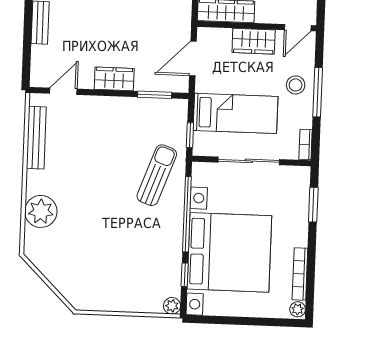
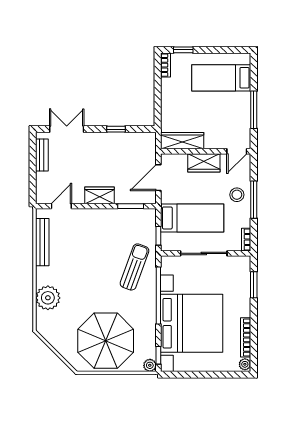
parasol: (115, 271) -> (106, 341), added
window: (185, 275) -> (158, 355), moved

